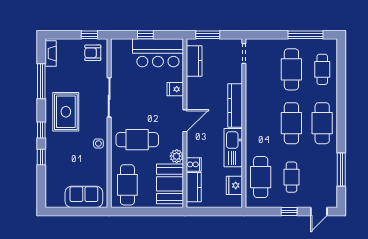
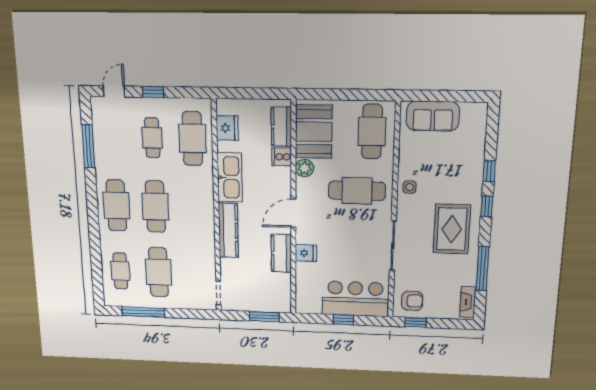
bar counter: (158, 53) -> (355, 299), moved
kitchen counter: (194, 61) -> (281, 253), moved

